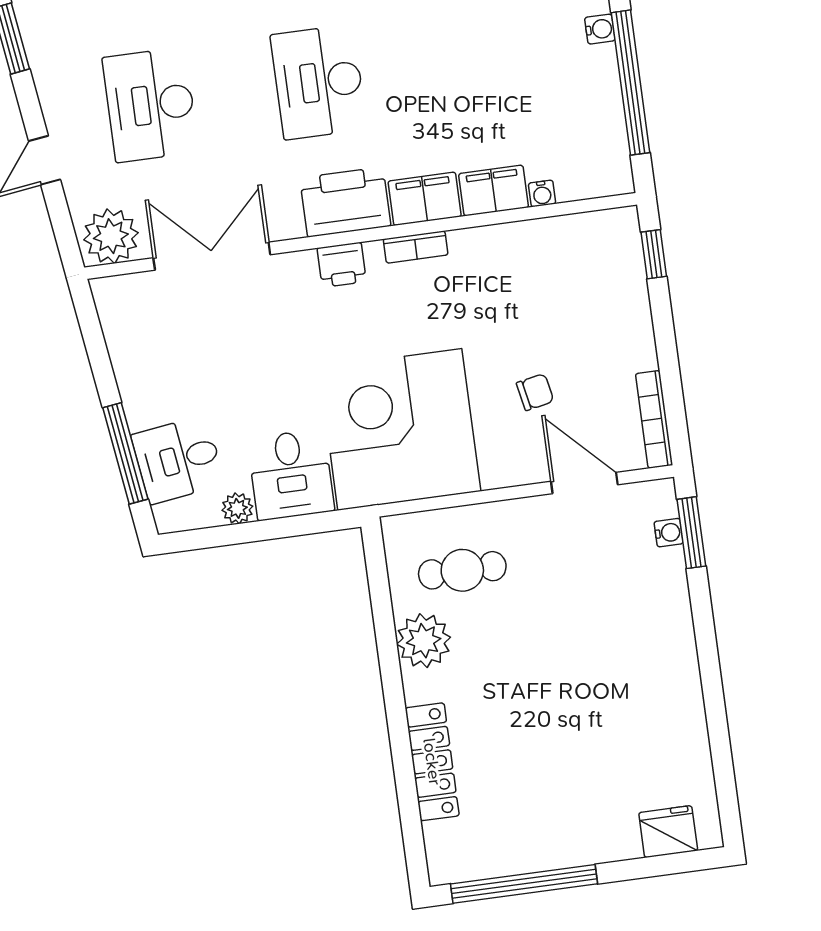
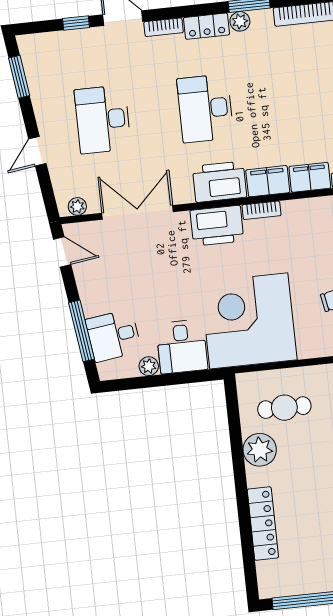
plant: (111, 236) -> (77, 206), width x0.53, depth x0.53
printer: (342, 265) -> (217, 226), width x1.87, depth x1.48
door: (90, 324) -> (62, 252), added

